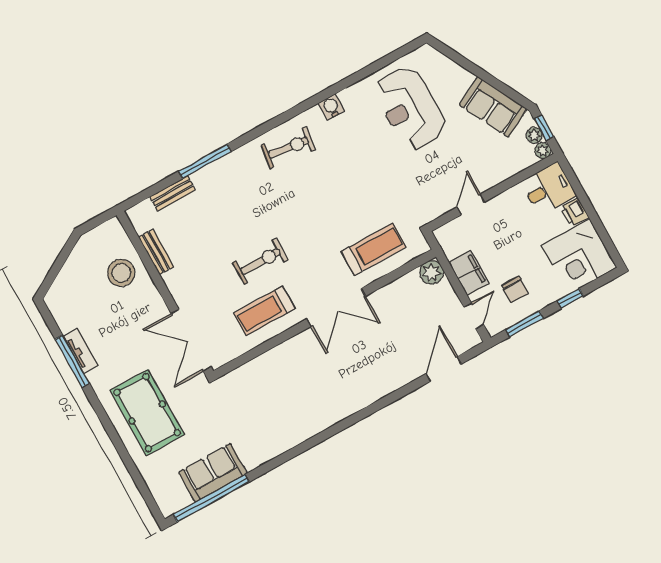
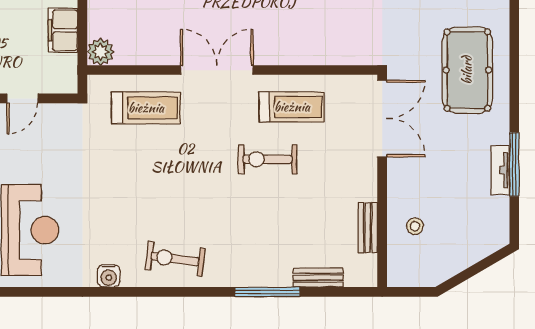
treadmill: (374, 249) -> (146, 108), turned 180
stool: (121, 273) -> (415, 226), width x0.53, depth x0.53

